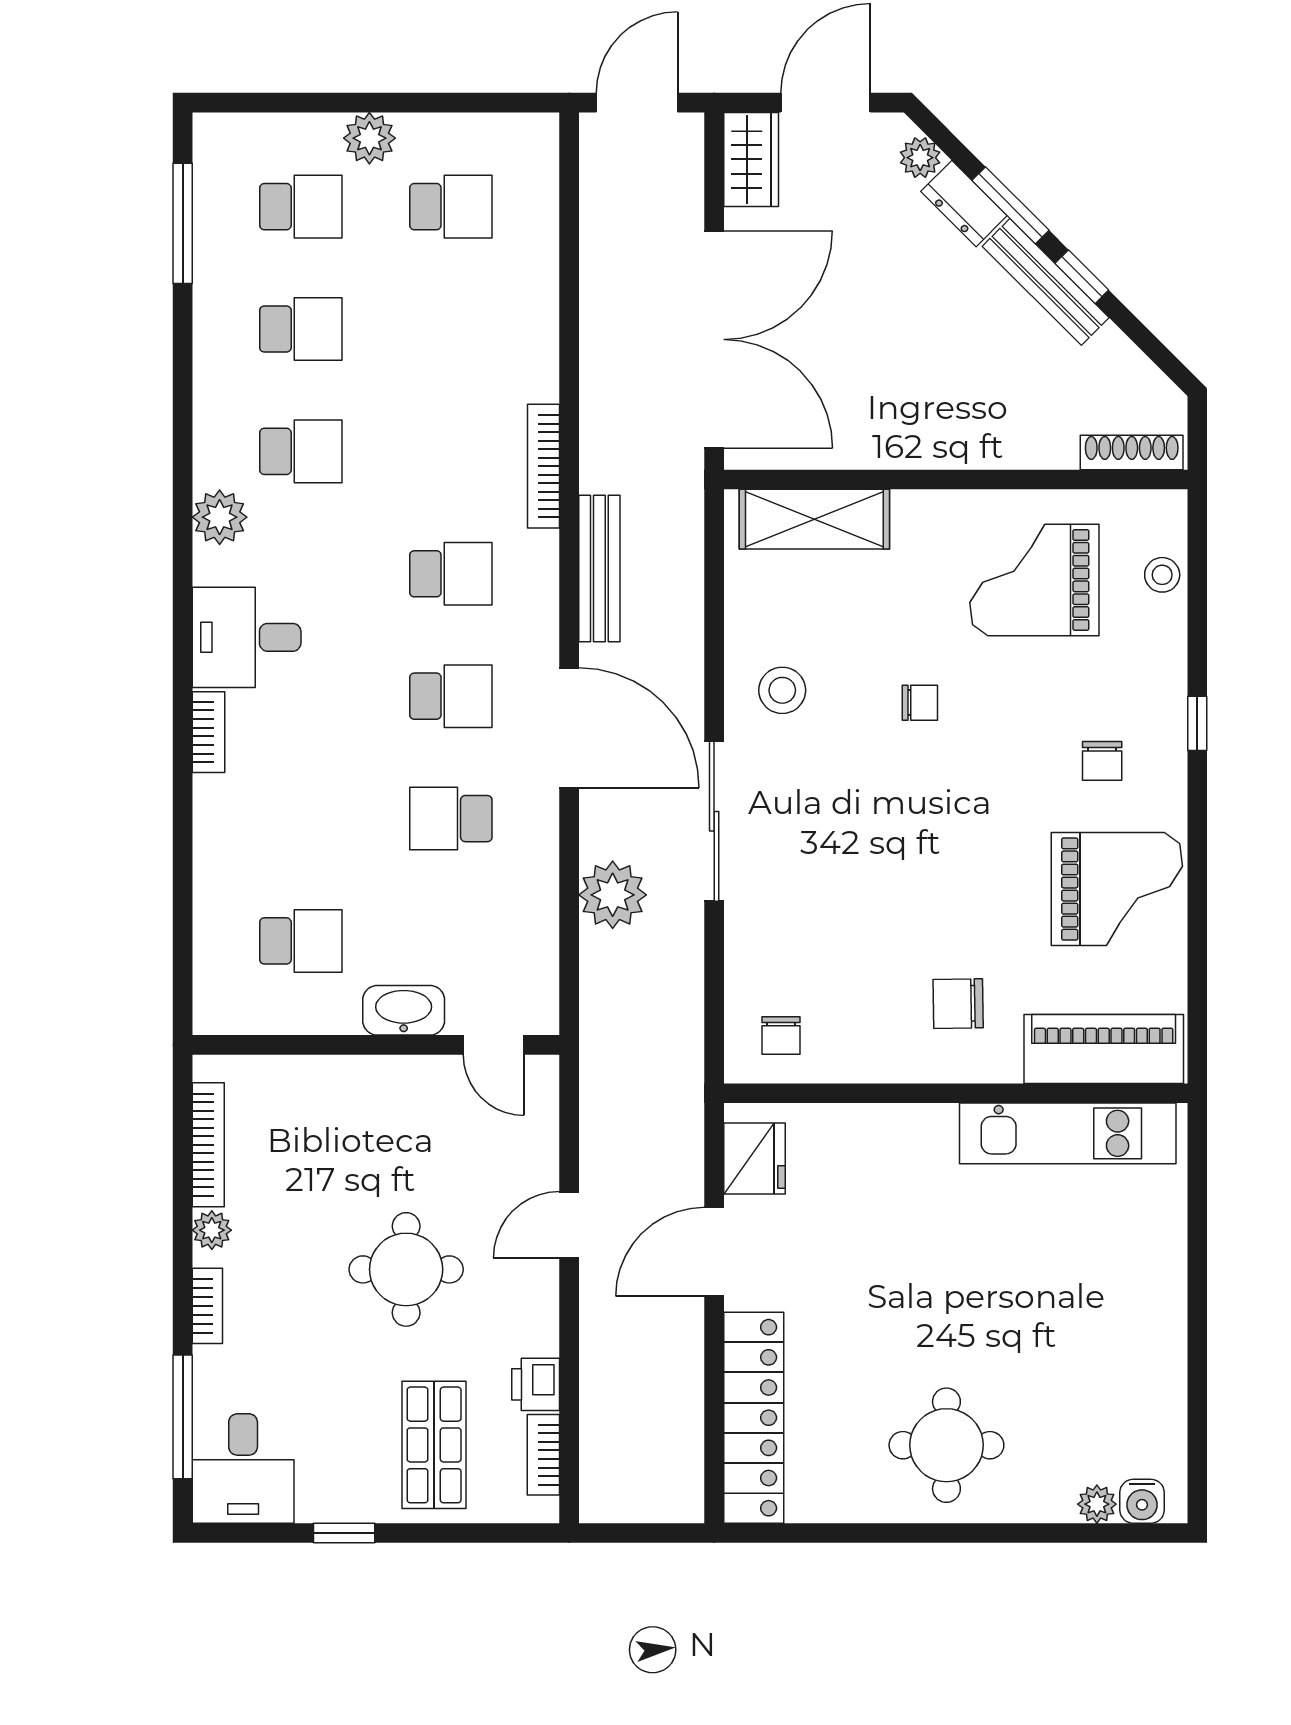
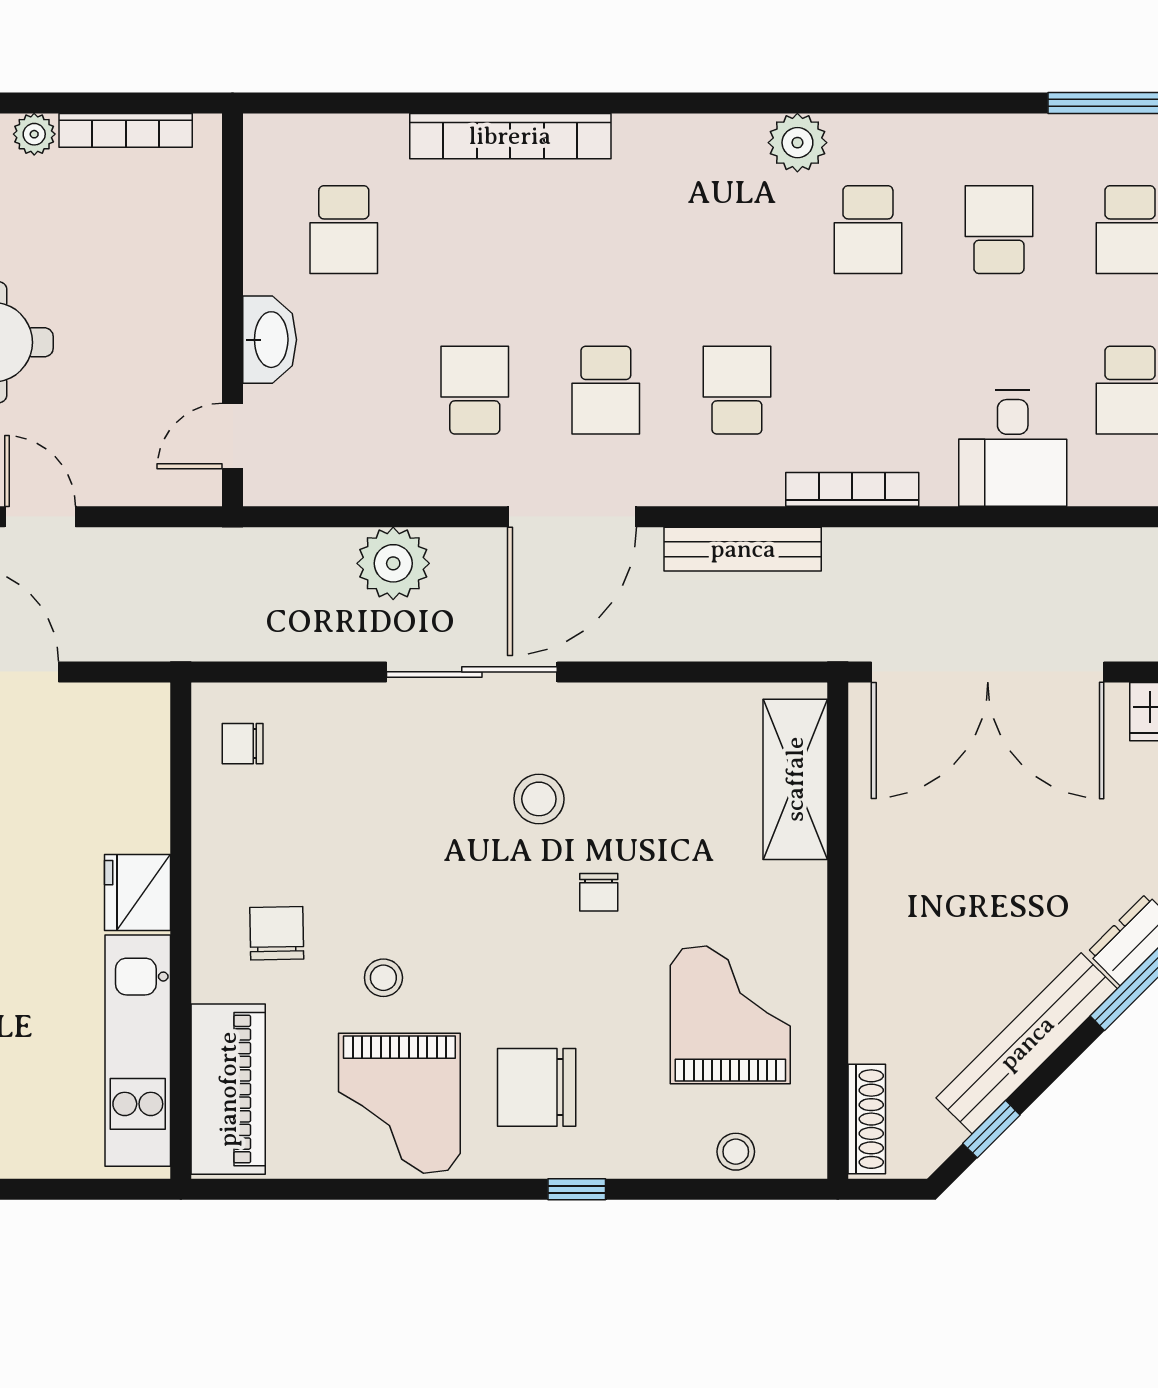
window: (1082, 277) -> (991, 1129), moved
bench: (1046, 282) -> (1027, 1043), width x1.37, depth x1.21
school desk: (301, 329) -> (999, 230), turned 180
school desk: (451, 574) -> (737, 390), turned 180
desk: (247, 637) -> (1013, 448), moved, turned 180
stool: (782, 690) -> (539, 799), moved
bookcase: (208, 732) -> (510, 136), width x2.31, depth x1.31
chair: (1102, 761) -> (537, 1087), width x1.87, depth x1.87
stool: (1000, 904) -> (383, 978), added
fridge: (754, 1158) -> (138, 893), moved, turned 90

